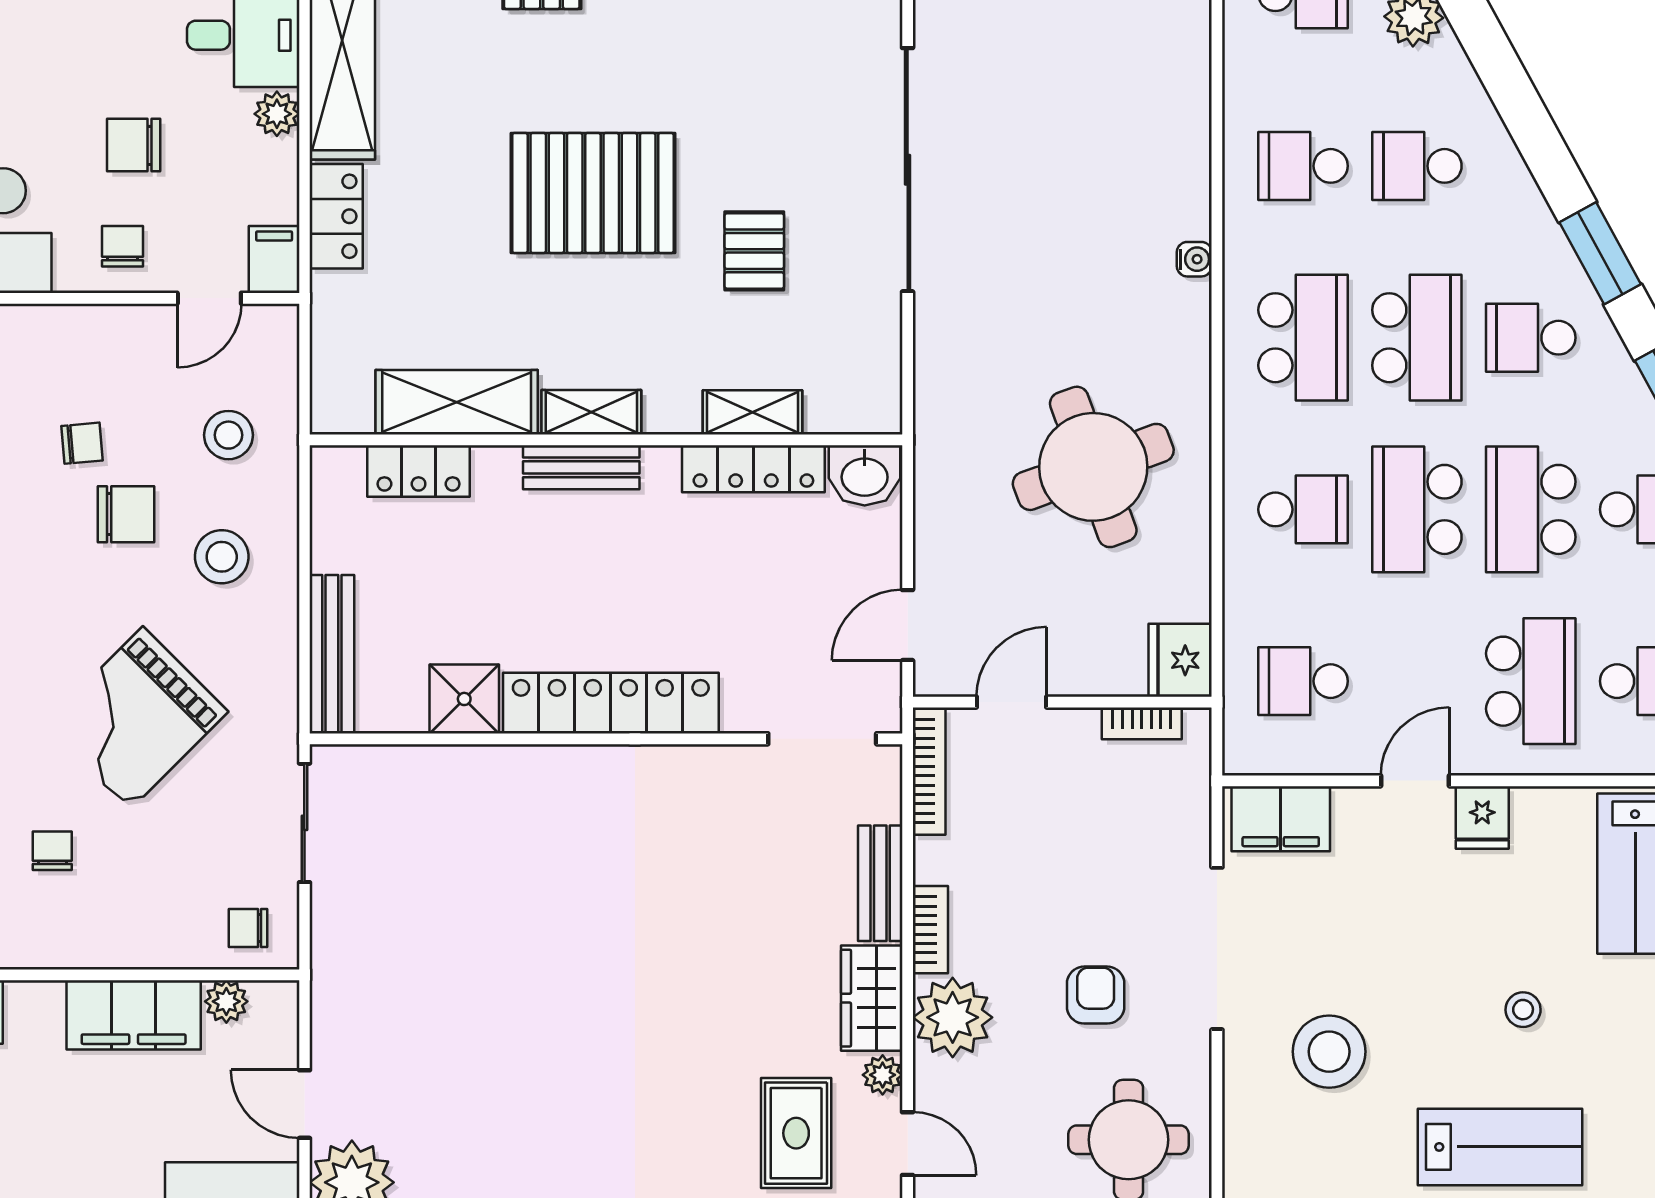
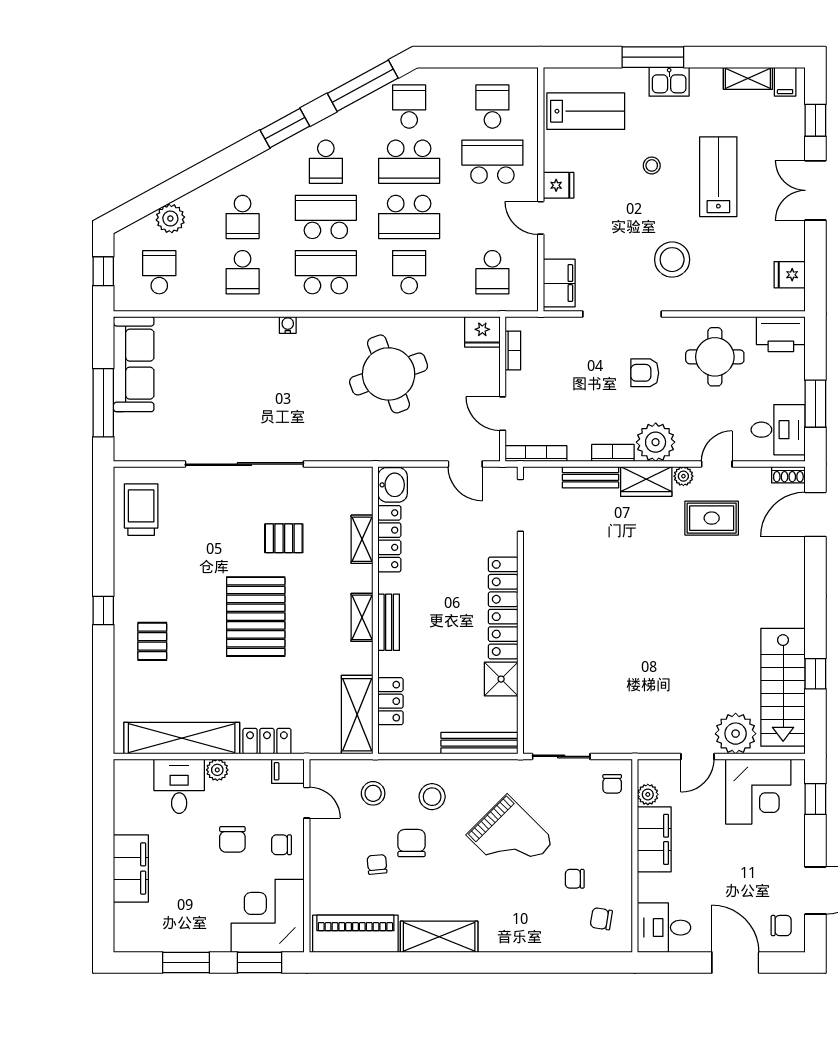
shelving: (457, 402) -> (357, 715), moved

